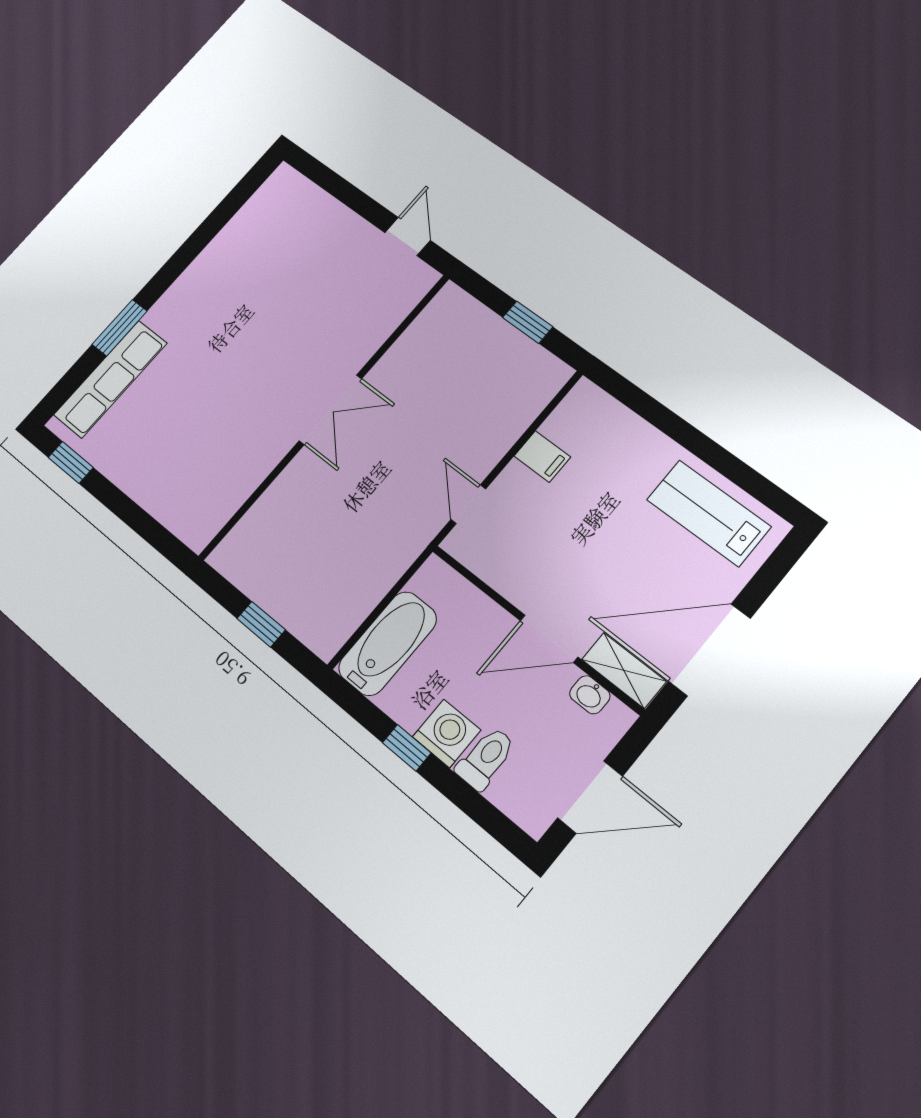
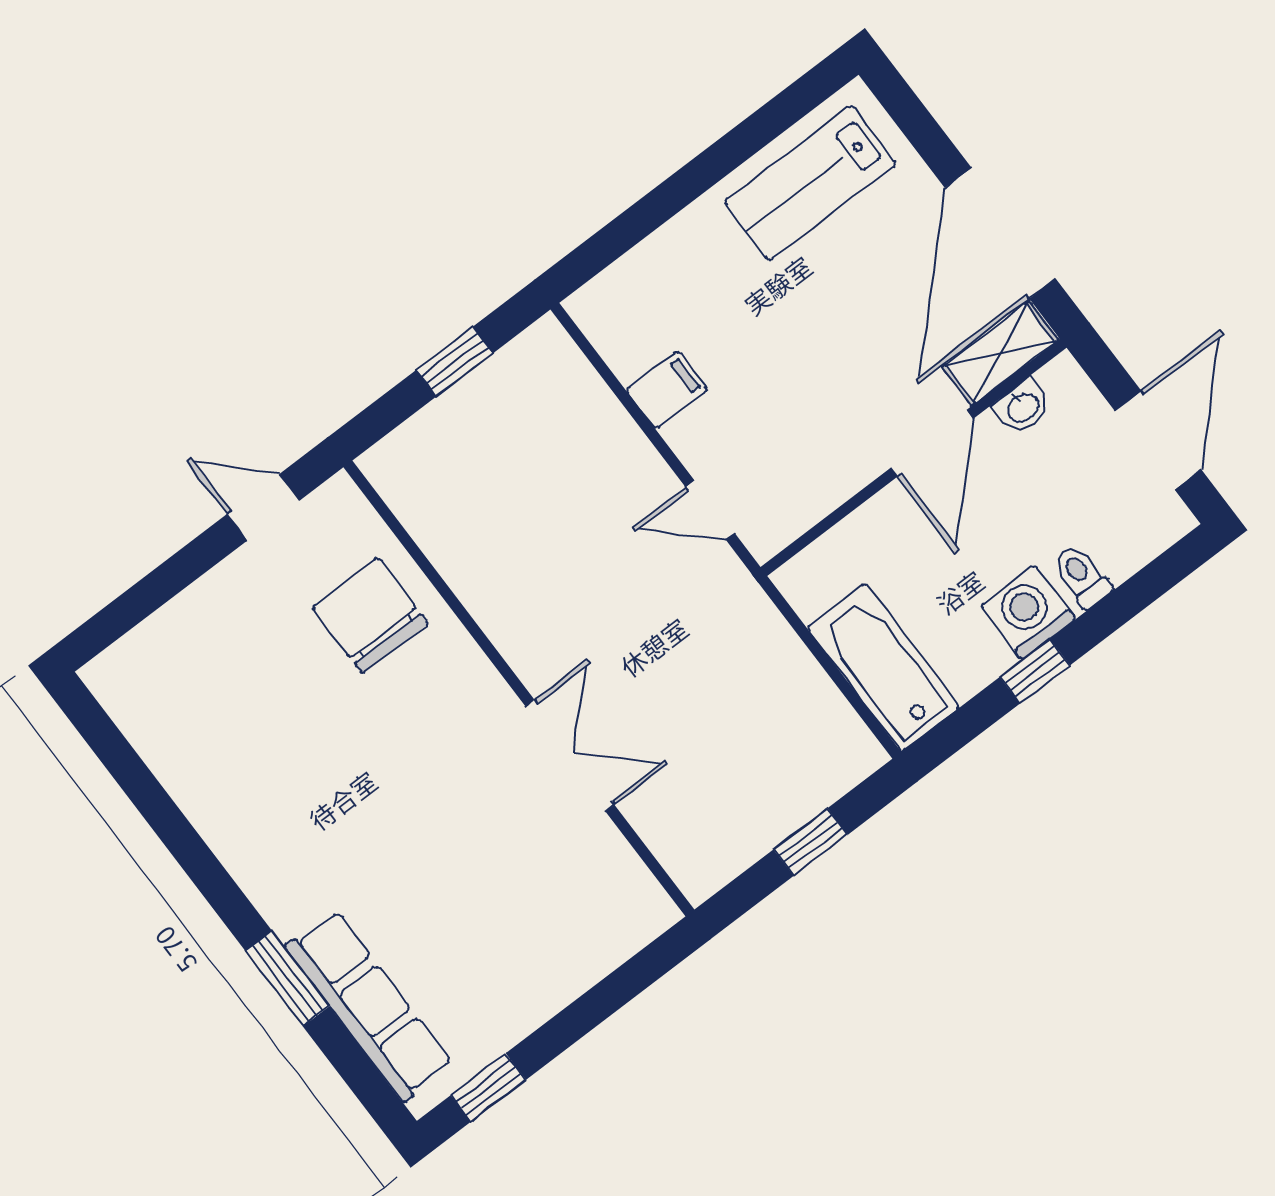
chair: (353, 316) -> (370, 616), added
double door: (331, 410) -> (570, 756), moved
toilet: (486, 758) -> (1082, 576), width x0.73, depth x0.72

